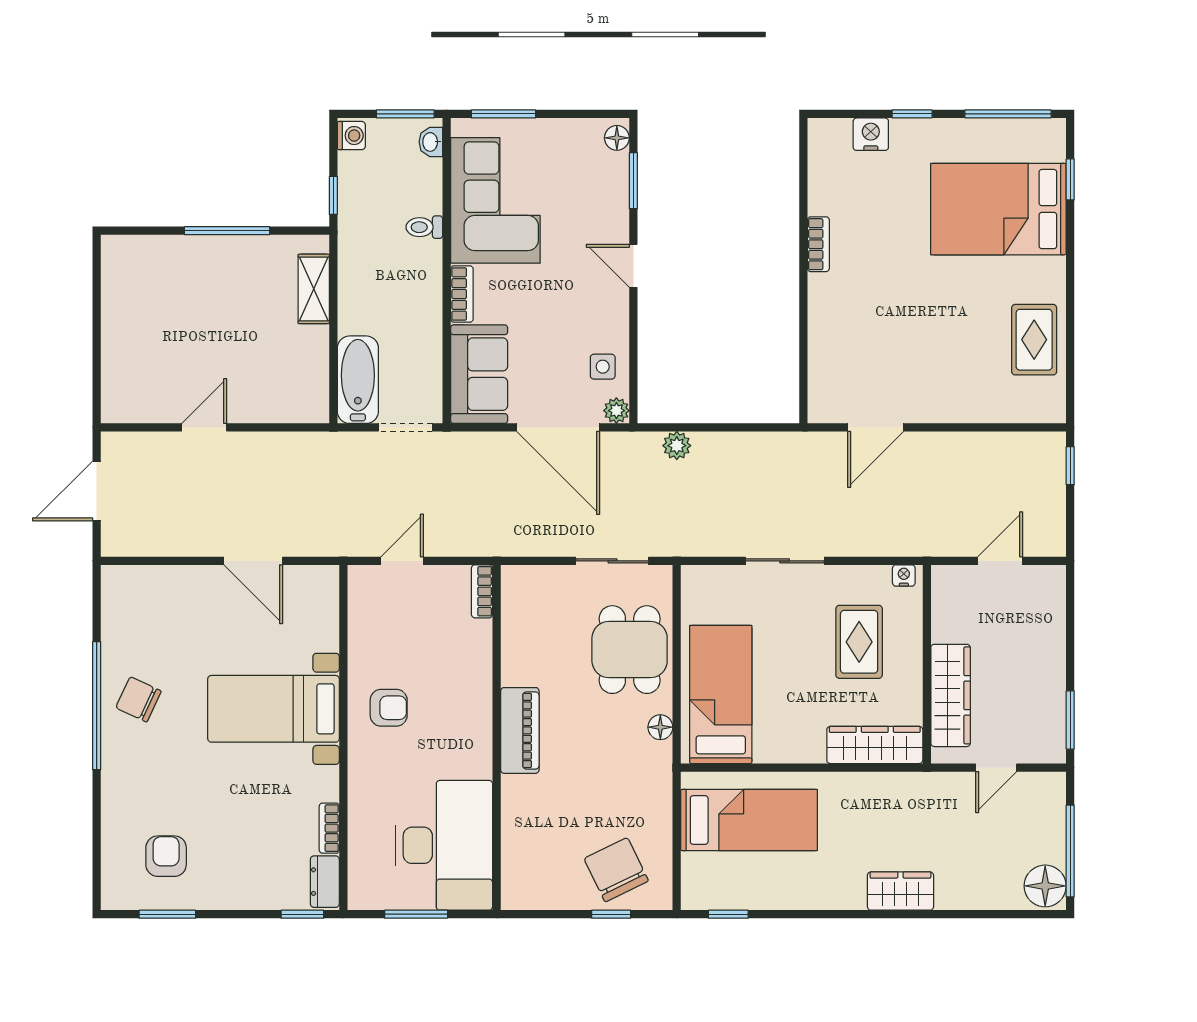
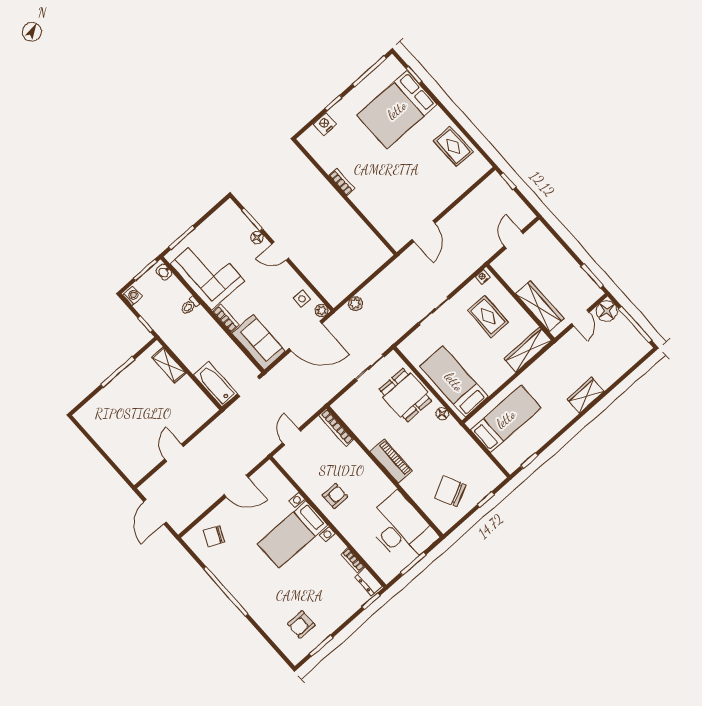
floor lamp: (617, 138) -> (257, 237), moved
bookcase: (482, 591) -> (336, 427), width x1.56
chair: (138, 699) -> (214, 536), moved
armchair: (166, 856) -> (301, 625), turned -90
chair: (616, 870) -> (450, 491), moved
floor lamp: (1045, 886) -> (607, 311), moved

